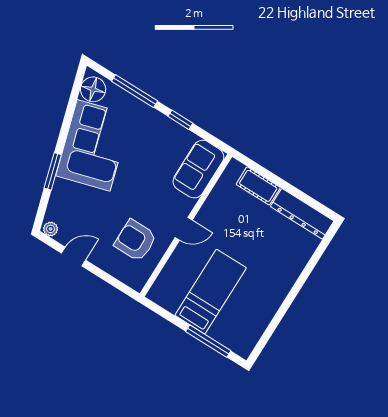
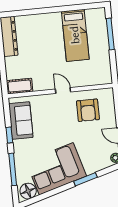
sofa: (198, 169) -> (21, 121), moved, turned -90
cot: (258, 186) -> (20, 86), moved, turned 90
bed: (211, 292) -> (75, 35), moved, turned -90

